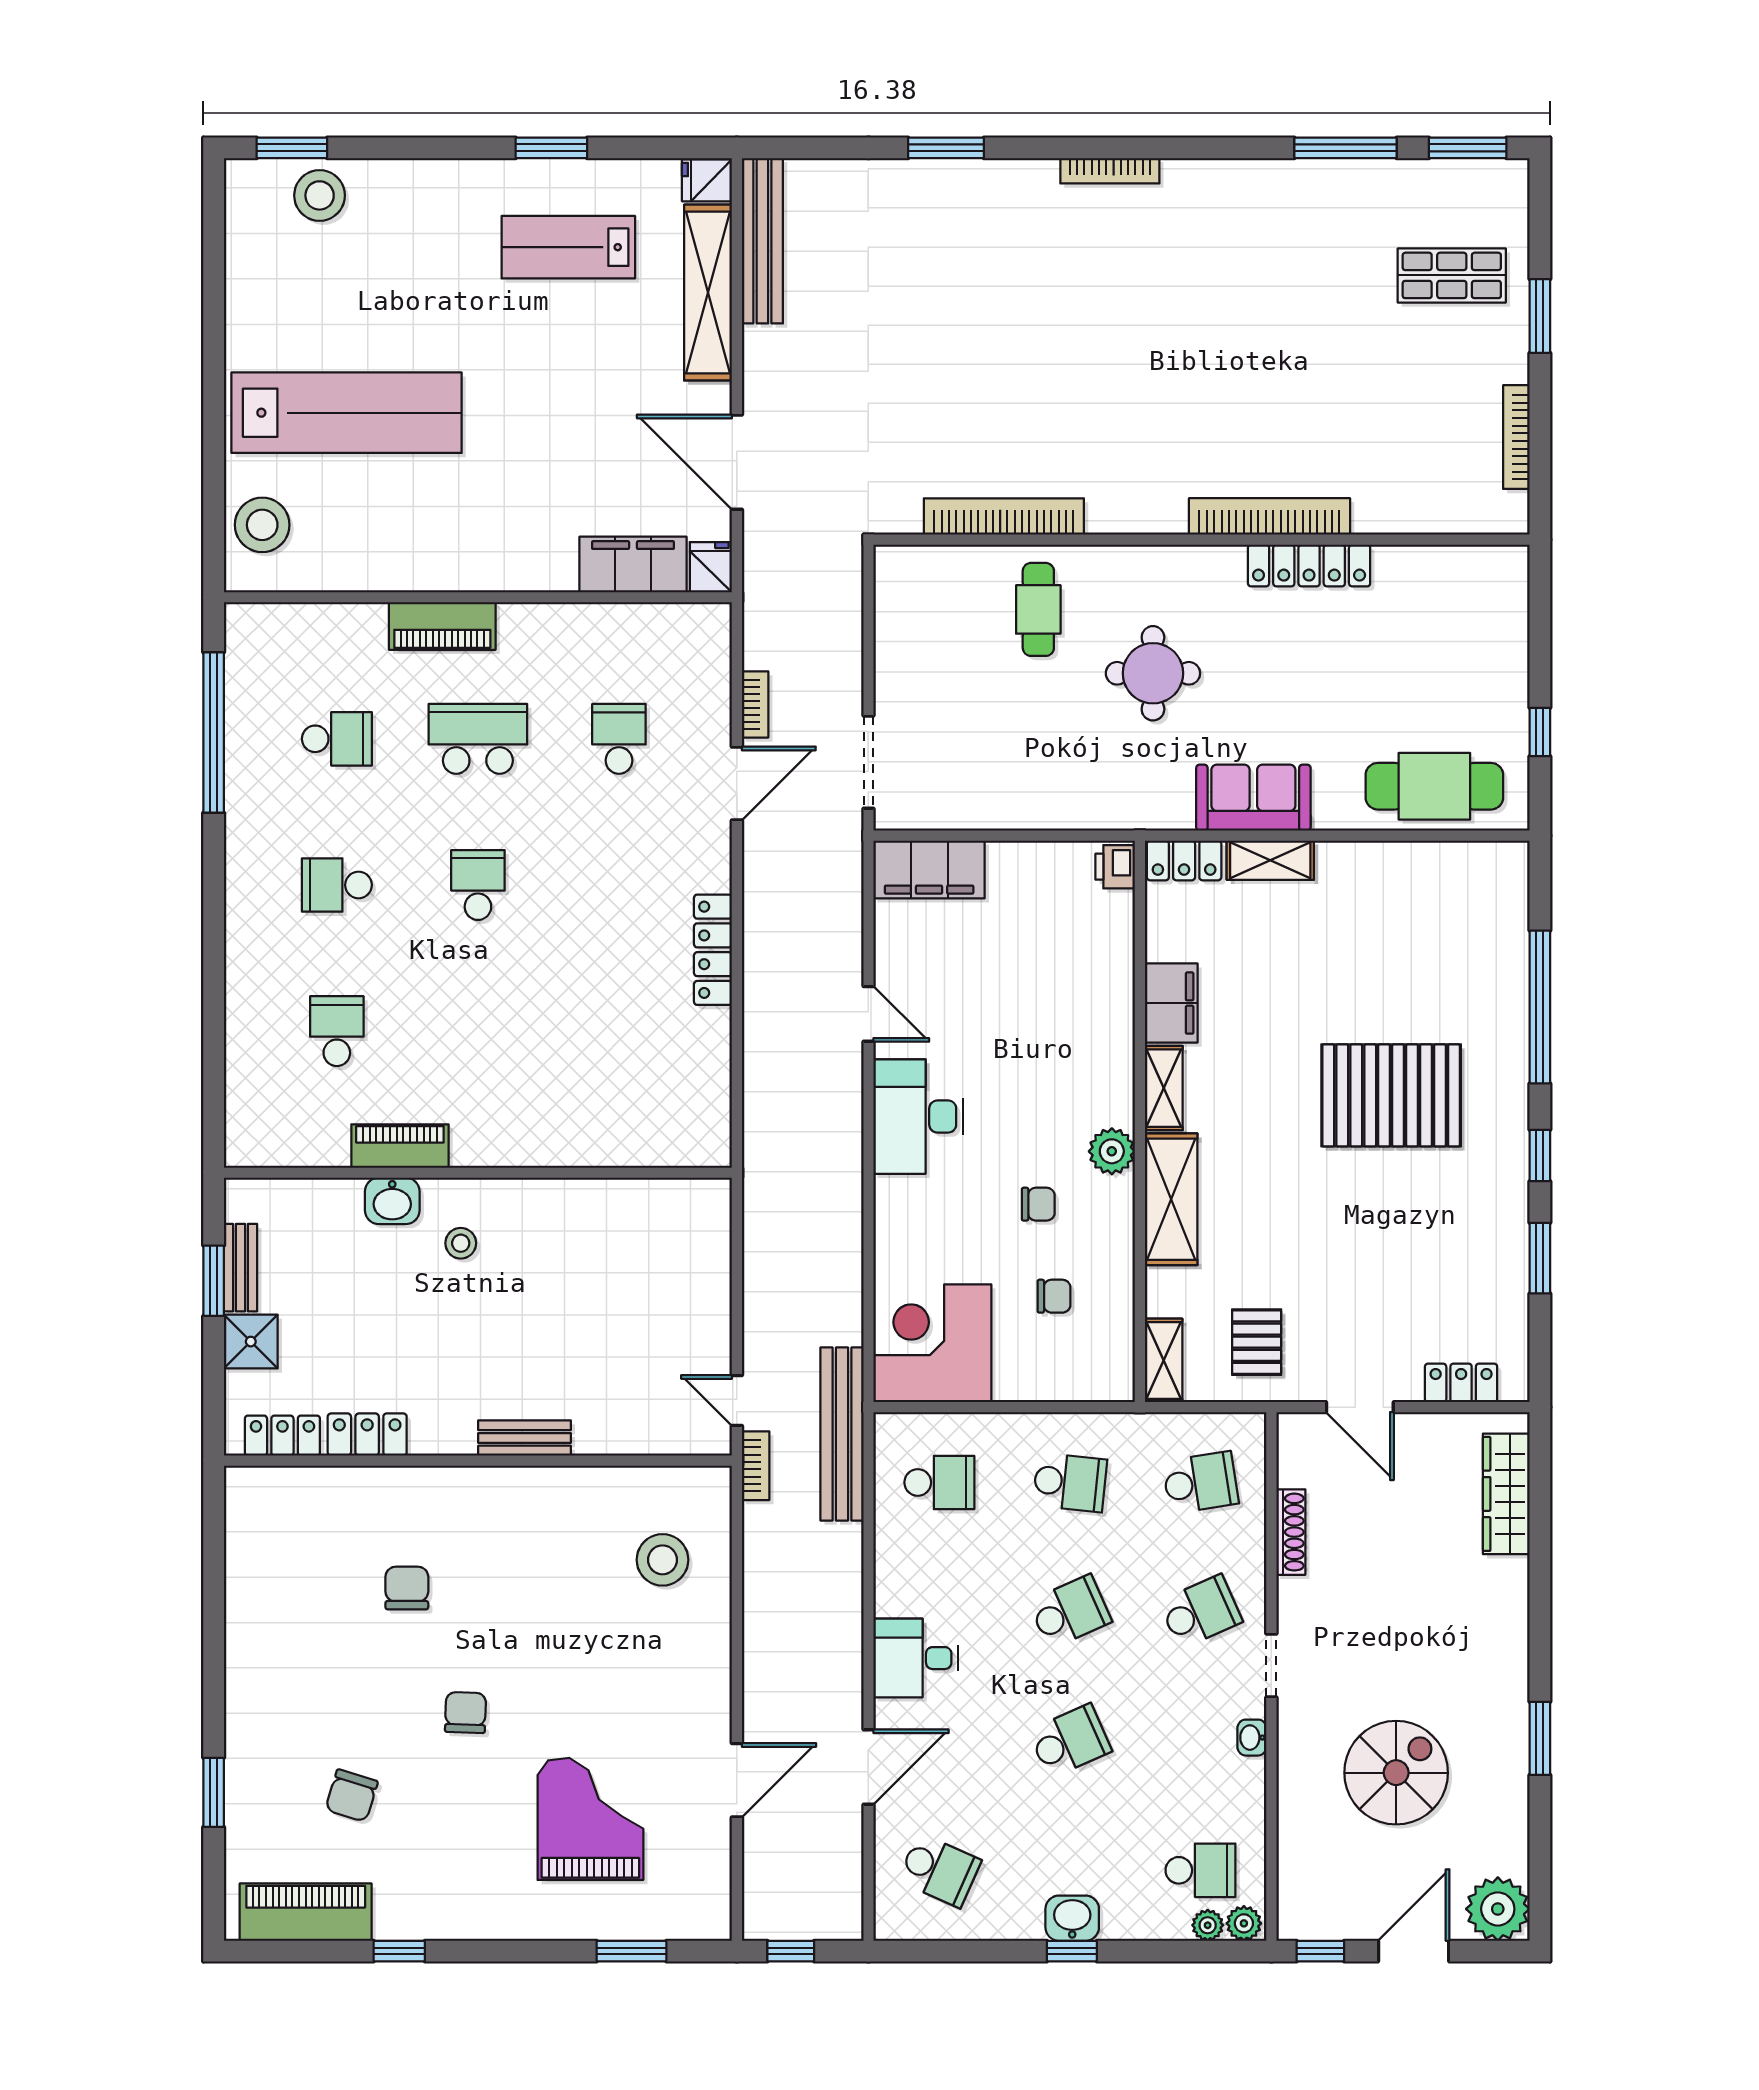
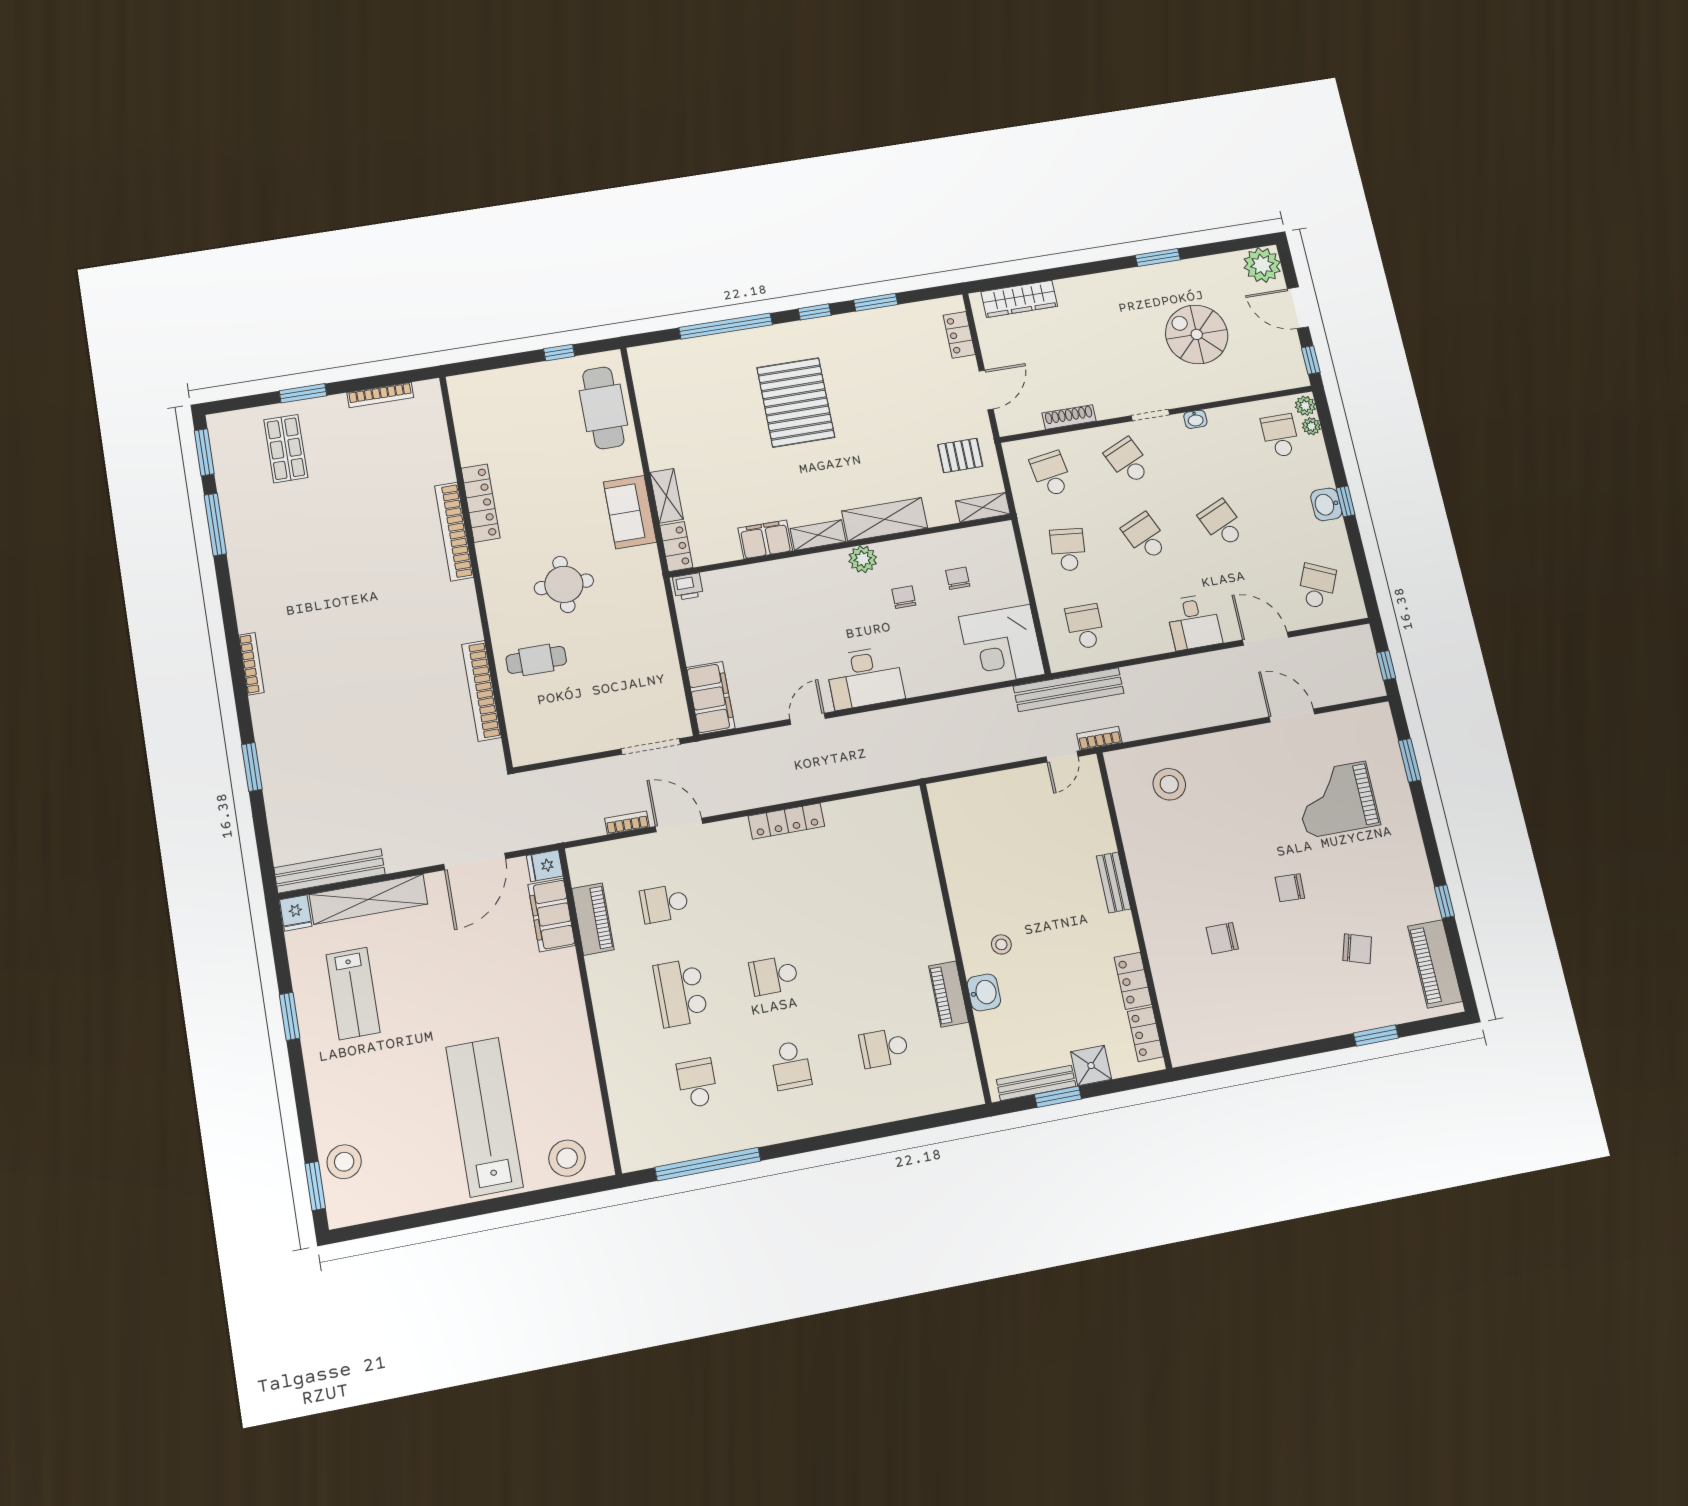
piano: (442, 626) -> (593, 919), moved
bench: (240, 1268) -> (1036, 1083), width x1.36

